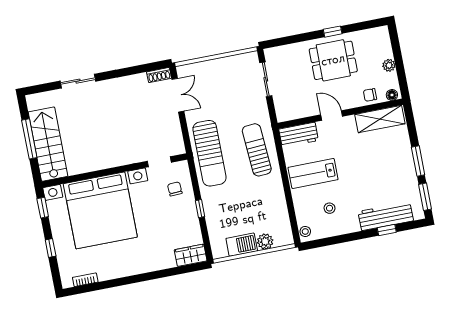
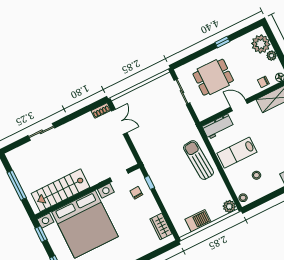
plant: (380, 47) -> (261, 44), added
dining table: (333, 60) -> (213, 77), moved
stairs: (48, 144) -> (60, 190), moved, turned -90
sun lounger: (257, 150) -> (198, 160), moved
sun lounger: (209, 153) -> (155, 159), removed
window: (200, 209) -> (150, 183), moved
plant: (265, 241) -> (229, 206), moved
wardrobe: (191, 255) -> (161, 226), moved, turned -90

